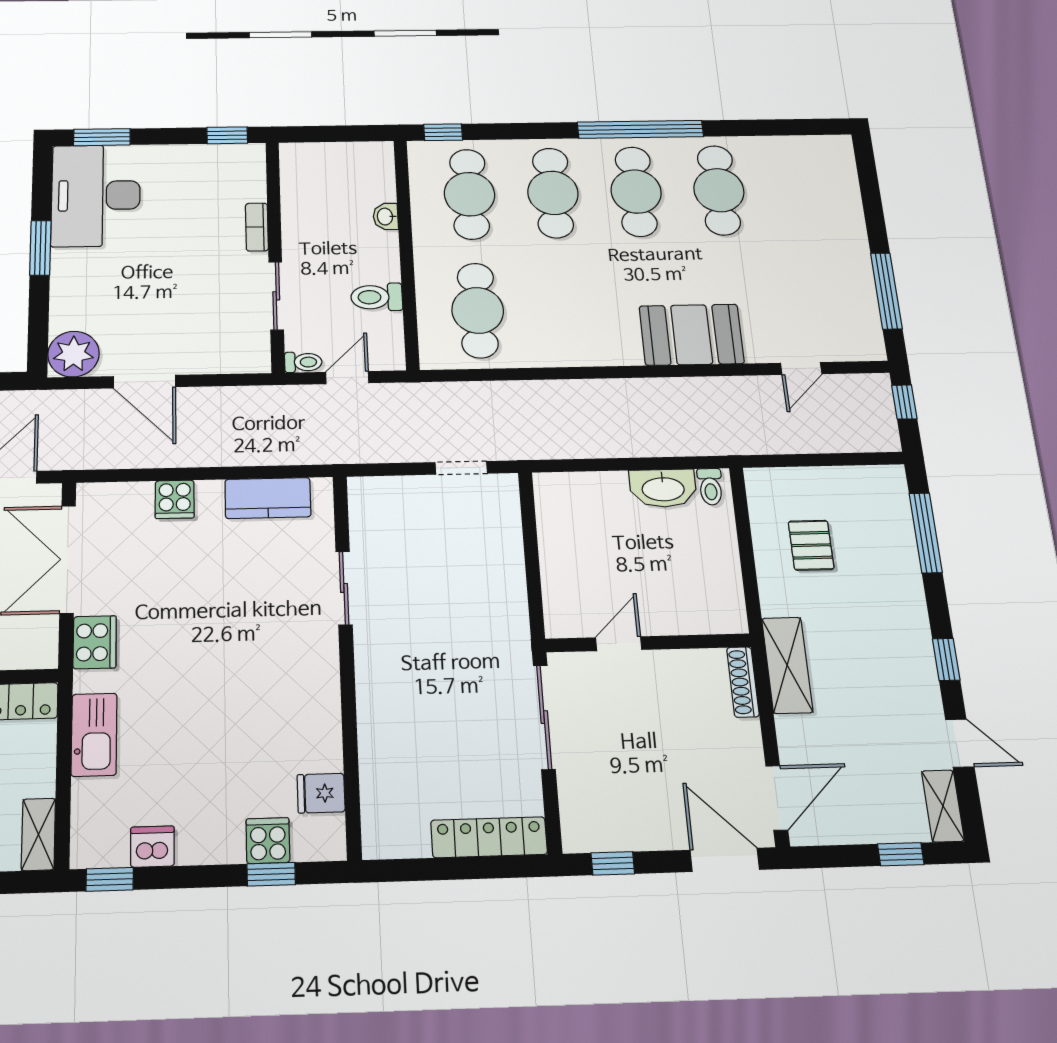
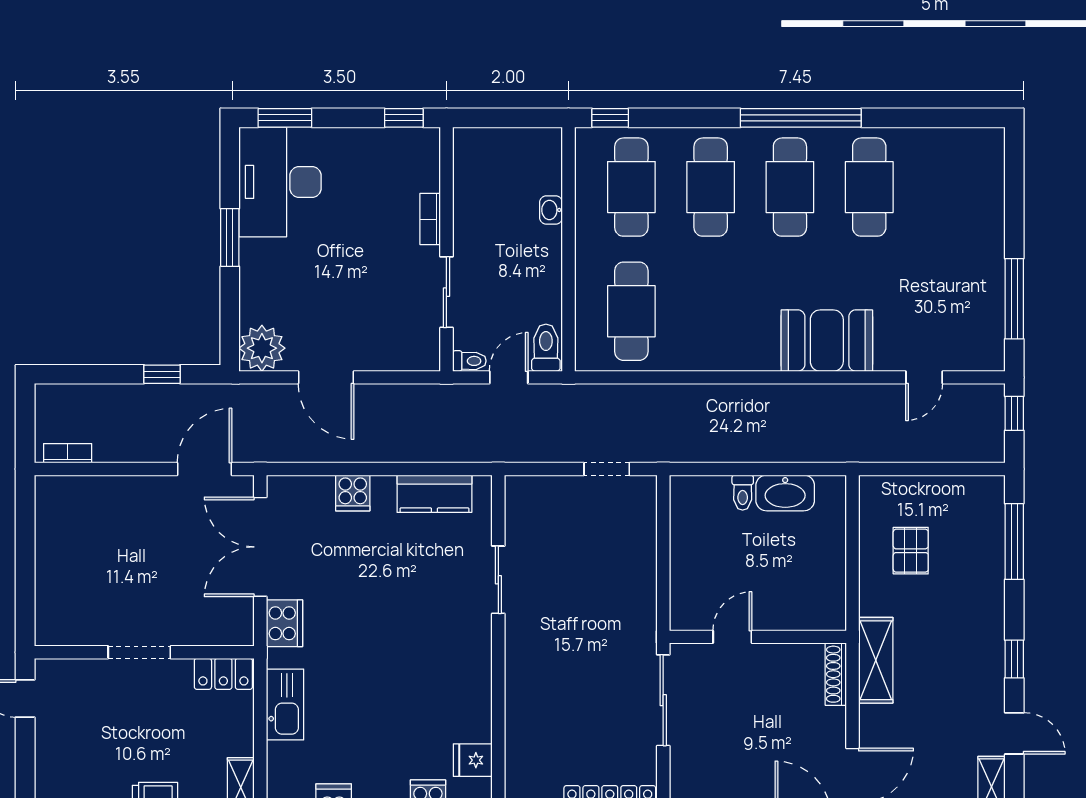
toilet: (377, 297) -> (546, 348), moved, turned 90
toilet: (710, 487) -> (743, 493), moved

